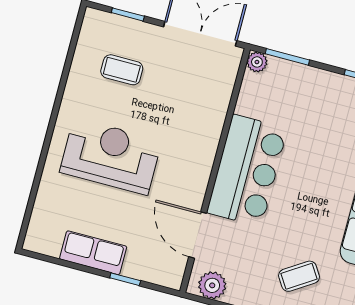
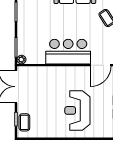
coffee table: (122, 70) -> (24, 122), moved

